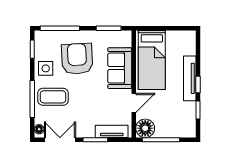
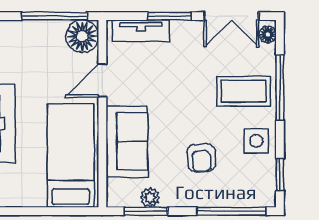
plant: (106, 36) -> (150, 198), added
armchair: (77, 59) -> (201, 158), width x0.53, depth x0.53

